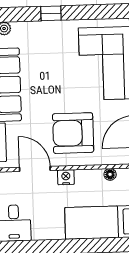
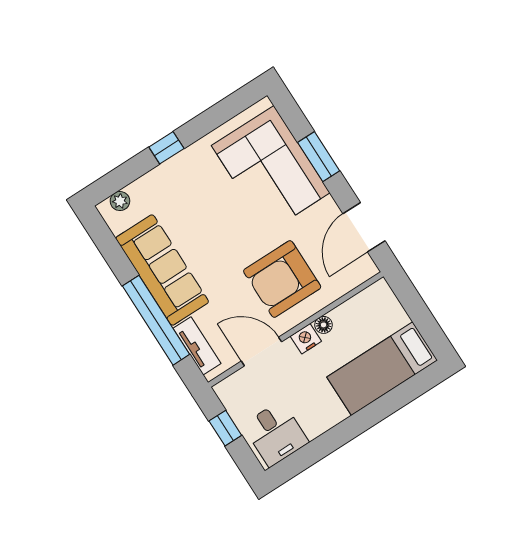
floor lamp: (110, 174) -> (324, 325), moved

